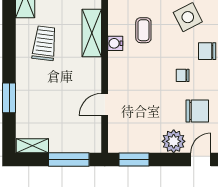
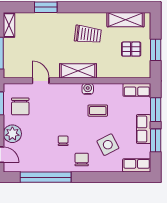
shelving: (92, 33) -> (78, 71), moved
chair: (197, 111) -> (20, 106), moved

